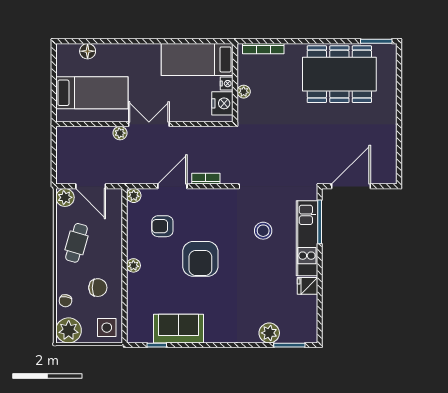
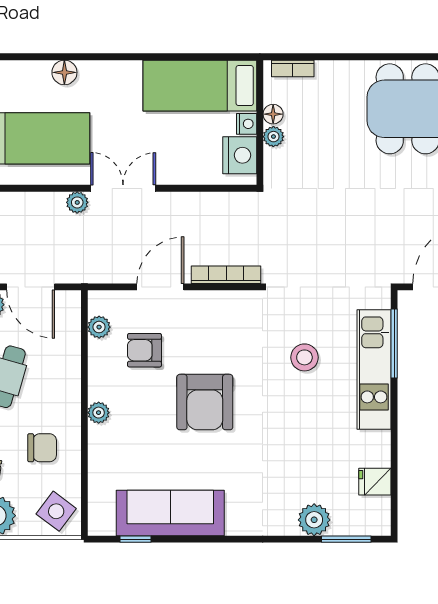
bookcase: (263, 49) -> (293, 68), width x0.64
floor lamp: (88, 51) -> (64, 72), moved
floor lamp: (243, 77) -> (273, 114), added
bookcase: (206, 179) -> (226, 275), width x1.56
plant: (134, 195) -> (99, 327), moved
fridge: (307, 286) -> (375, 482), moved
side table: (107, 328) -> (56, 511), turned 37
sofa: (179, 329) -> (170, 513), width x1.36

